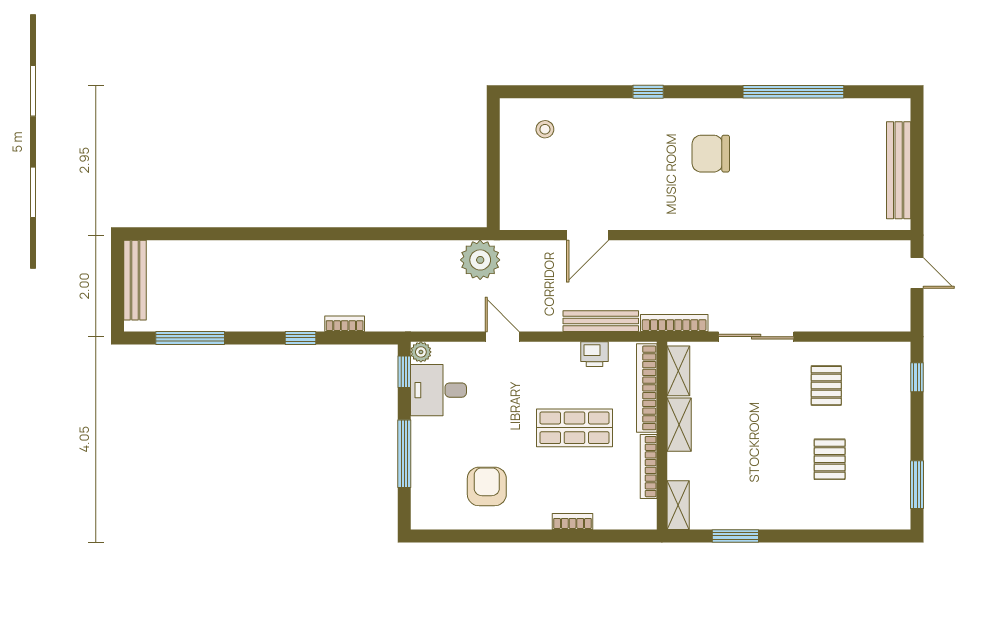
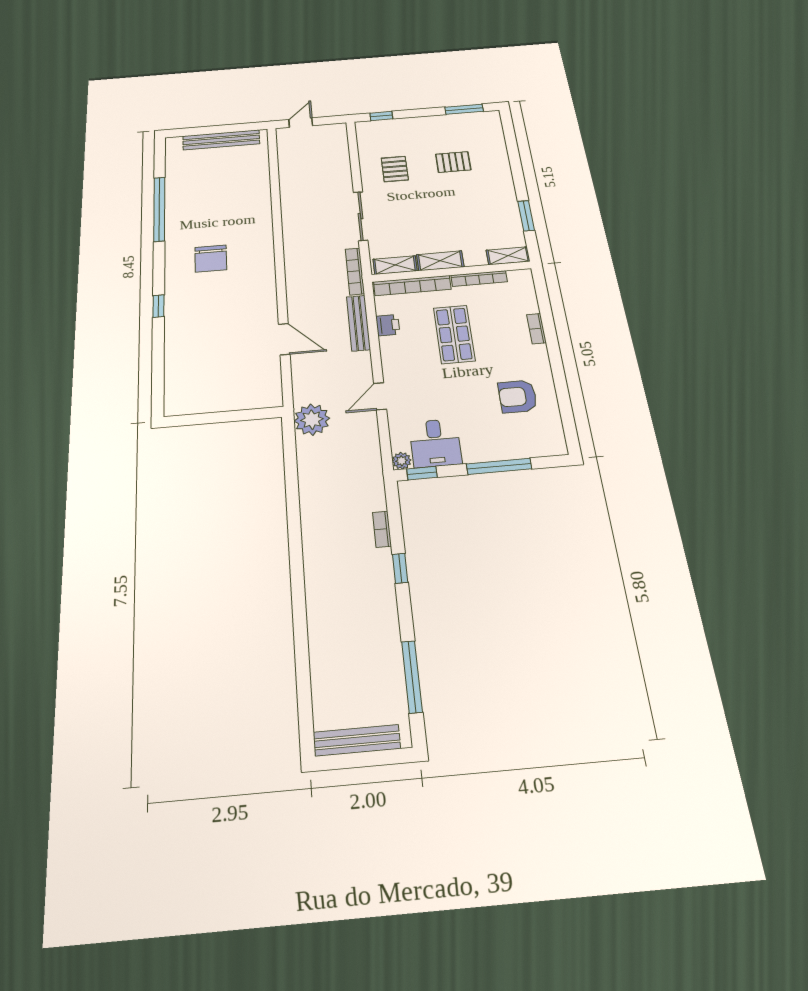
stool: (545, 129) -> (192, 379), removed
pallet: (826, 386) -> (395, 169), turned 90

